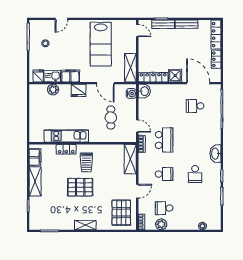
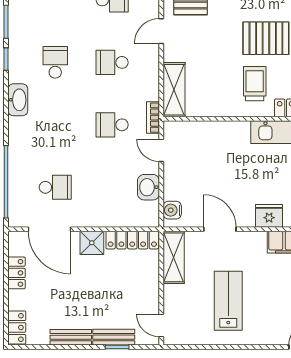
locker: (216, 35) -> (17, 327), width x0.66
lab bench: (101, 44) -> (228, 301), width x0.73, depth x0.72
washbasin: (144, 91) -> (149, 187), moved
cafe table: (111, 118) -> (210, 166), removed
school desk: (164, 140) -> (112, 125), width x0.54

